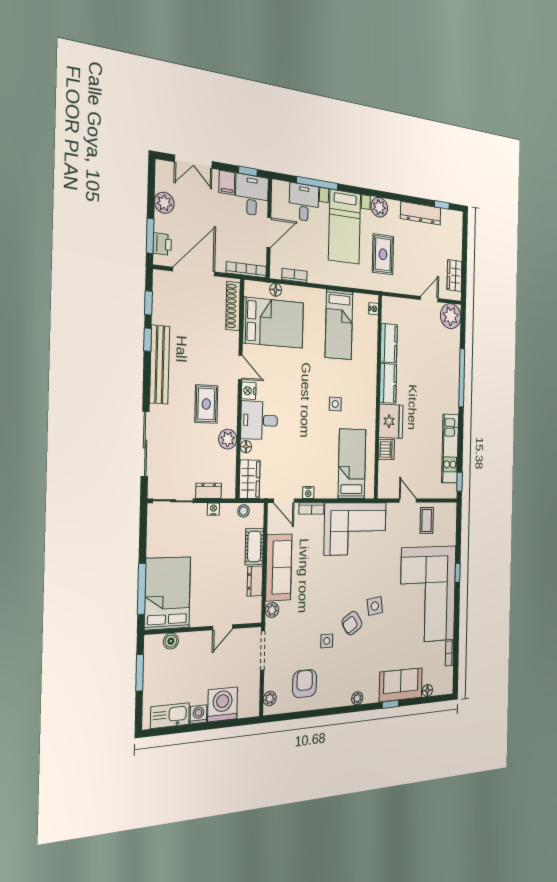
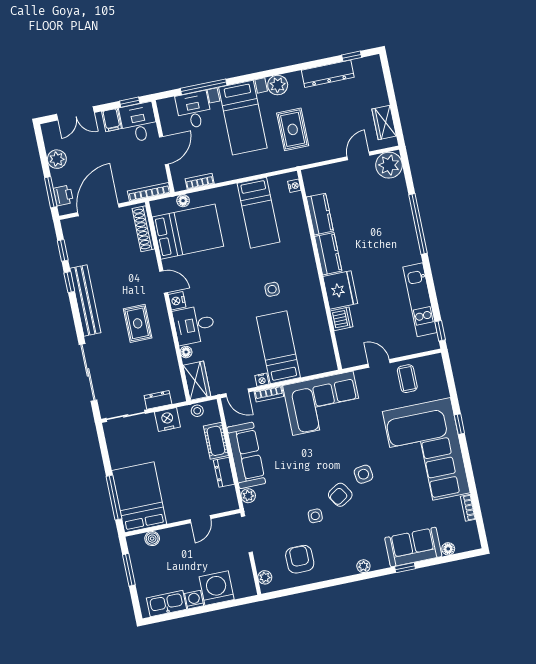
plant: (228, 439) -> (166, 350), removed
bed: (352, 464) -> (278, 347), moved
nightstand: (213, 509) -> (167, 420), width x1.89, depth x1.79

